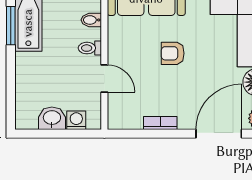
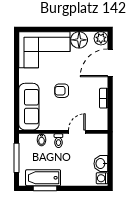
armchair: (173, 53) -> (62, 91), turned 90
washing machine: (76, 120) -> (102, 178), moved
door: (219, 134) -> (110, 63), hinge flipped

